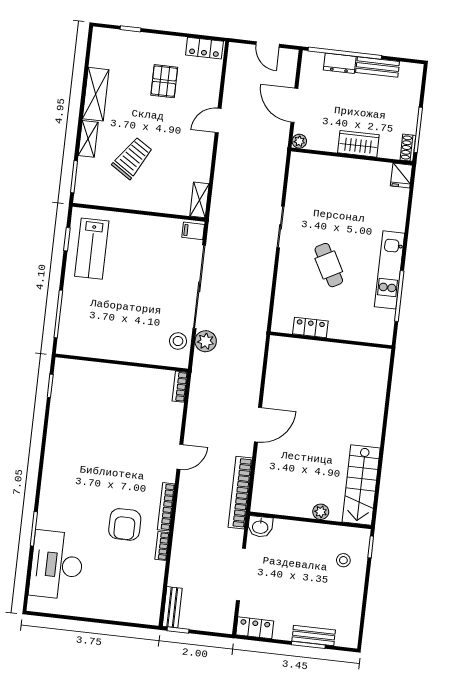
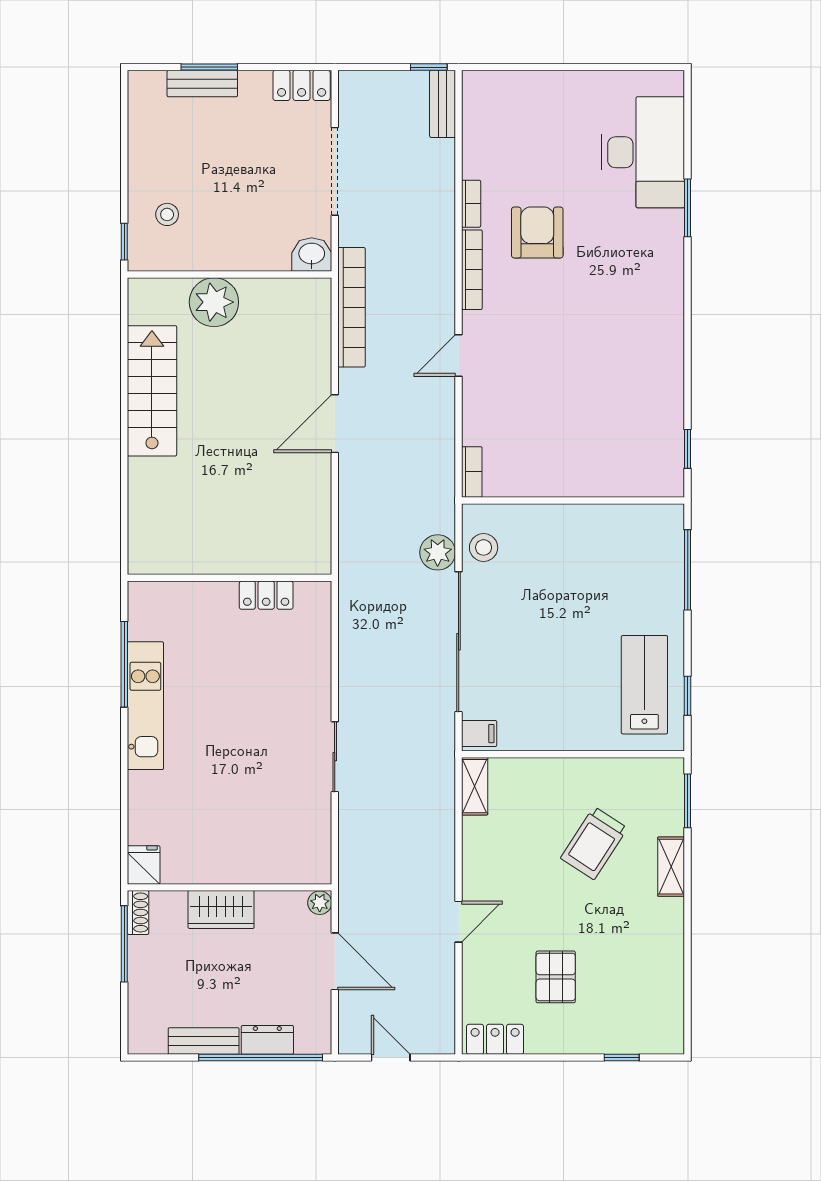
shelving: (96, 94) -> (667, 942), removed
cafe table: (329, 265) -> (247, 702), removed
stairs: (361, 485) -> (152, 391), moved
plant: (321, 512) -> (214, 302), width x1.88, depth x1.88

